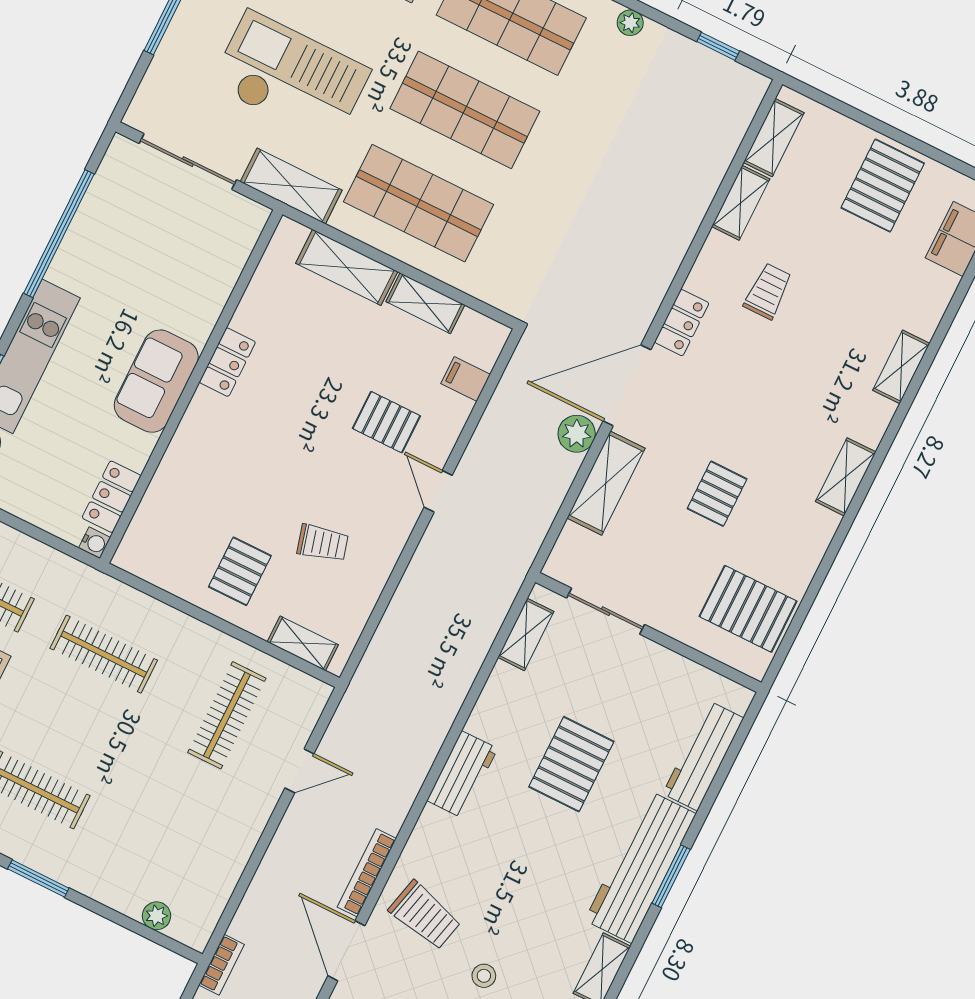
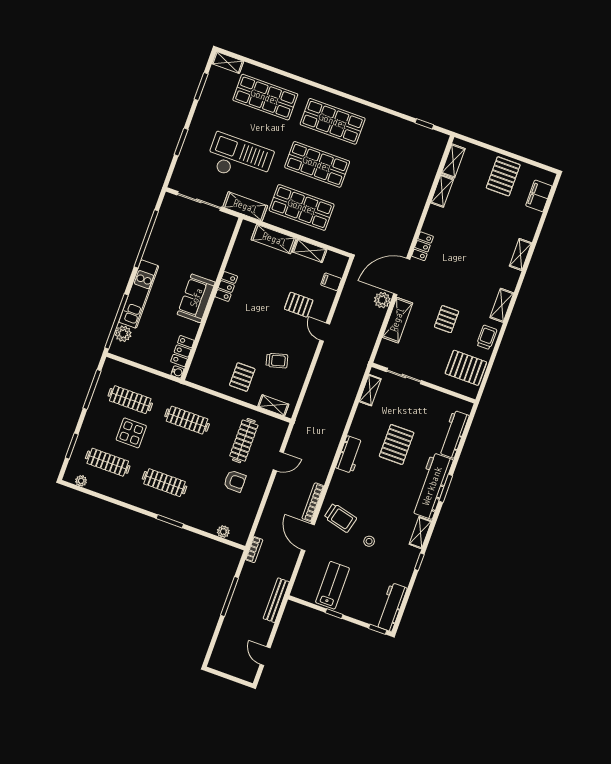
plant: (630, 23) -> (385, 118), removed
trolley: (768, 291) -> (487, 337), moved
armchair: (196, 805) -> (235, 481), added

